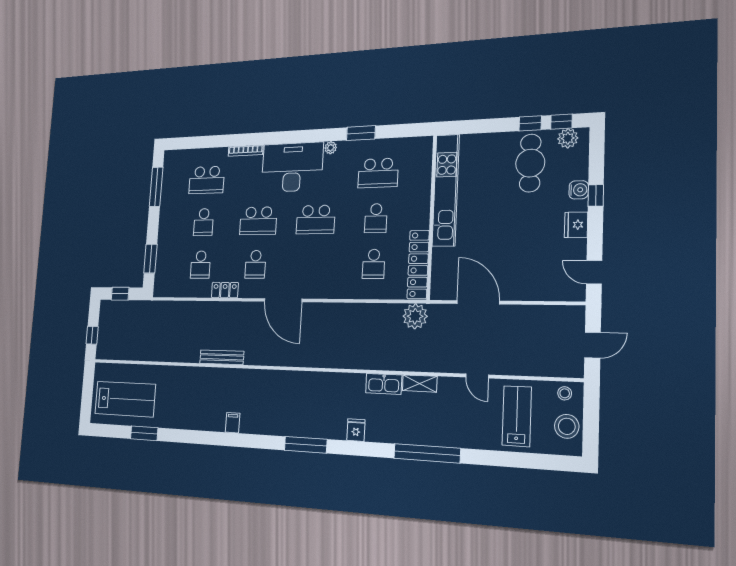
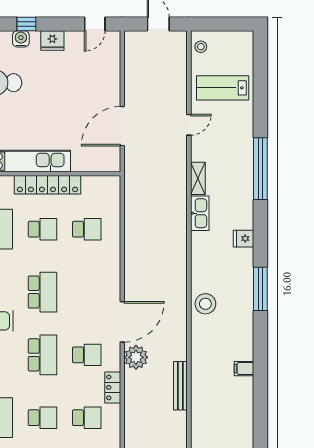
locker: (418, 265) -> (47, 185), moved
plant: (415, 316) -> (136, 357), moved
stool: (567, 426) -> (205, 304), moved

